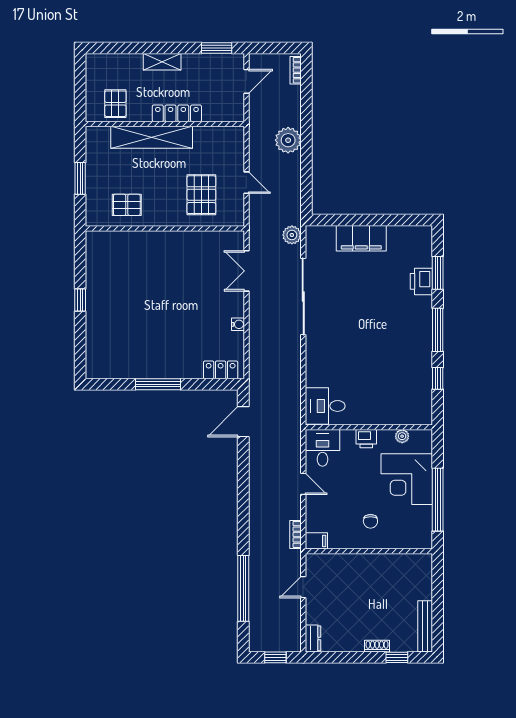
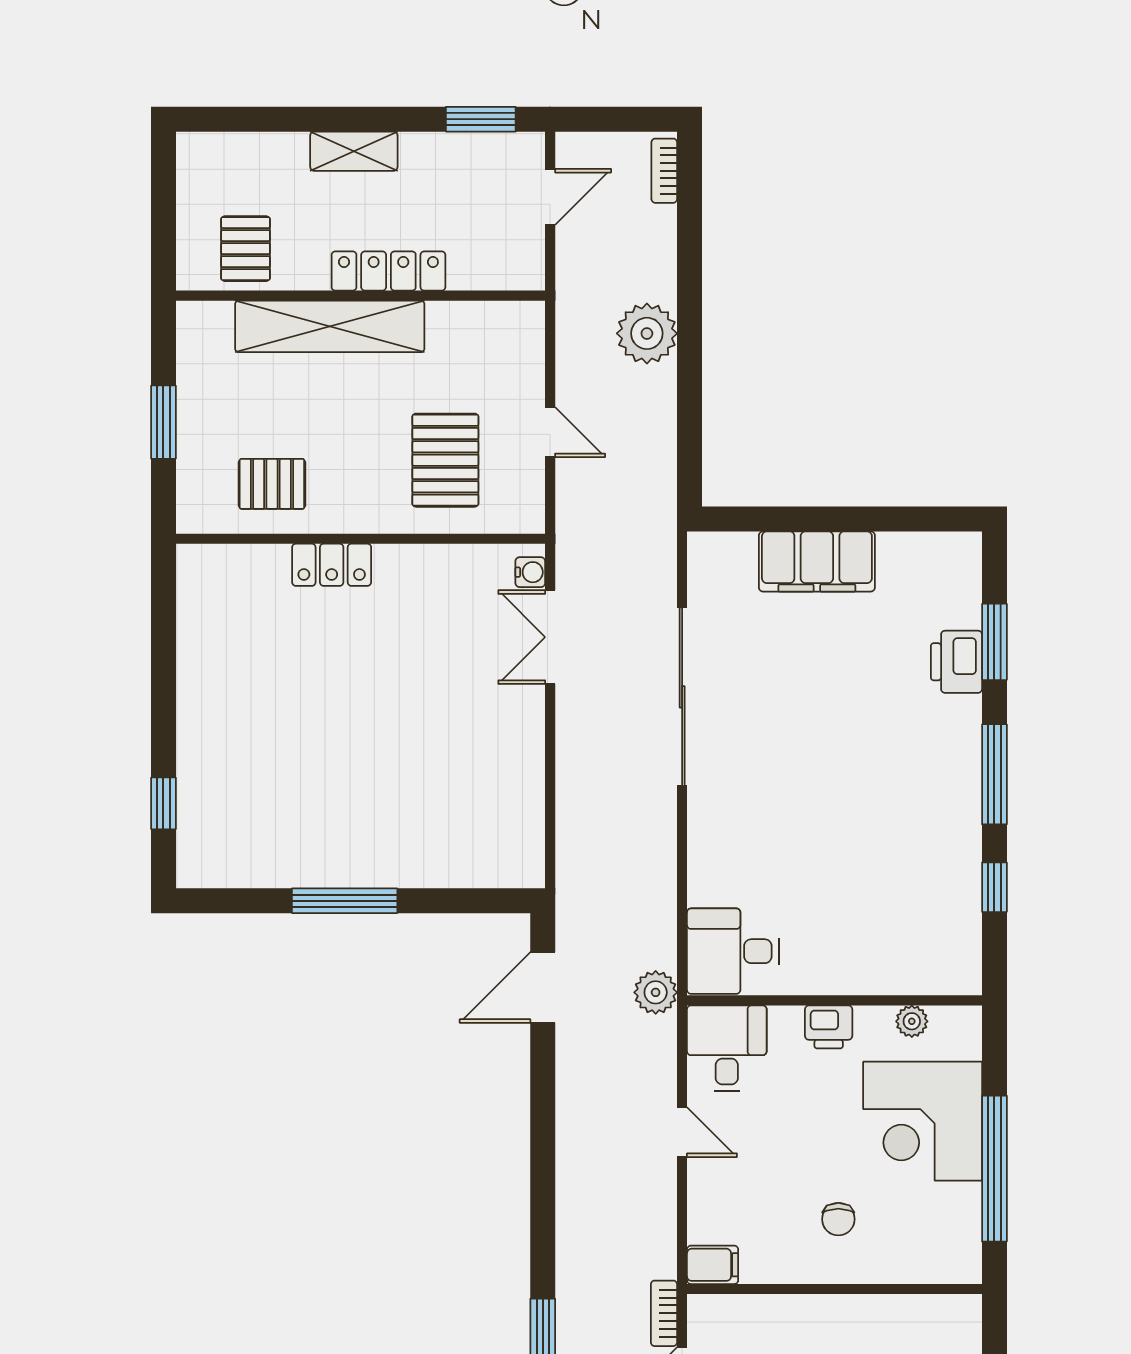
plant: (292, 235) -> (656, 992), moved
window: (80, 300) -> (163, 803), moved
water cooler: (238, 324) -> (530, 572), moved
locker: (221, 370) -> (332, 565), moved, turned 180
bookcase: (295, 534) -> (664, 1313), moved

